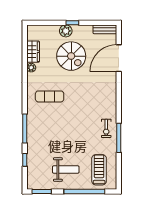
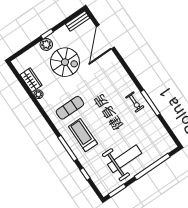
weight bench: (66, 169) -> (125, 159), width x1.36, depth x1.33
treadmill: (99, 170) -> (83, 135), moved

